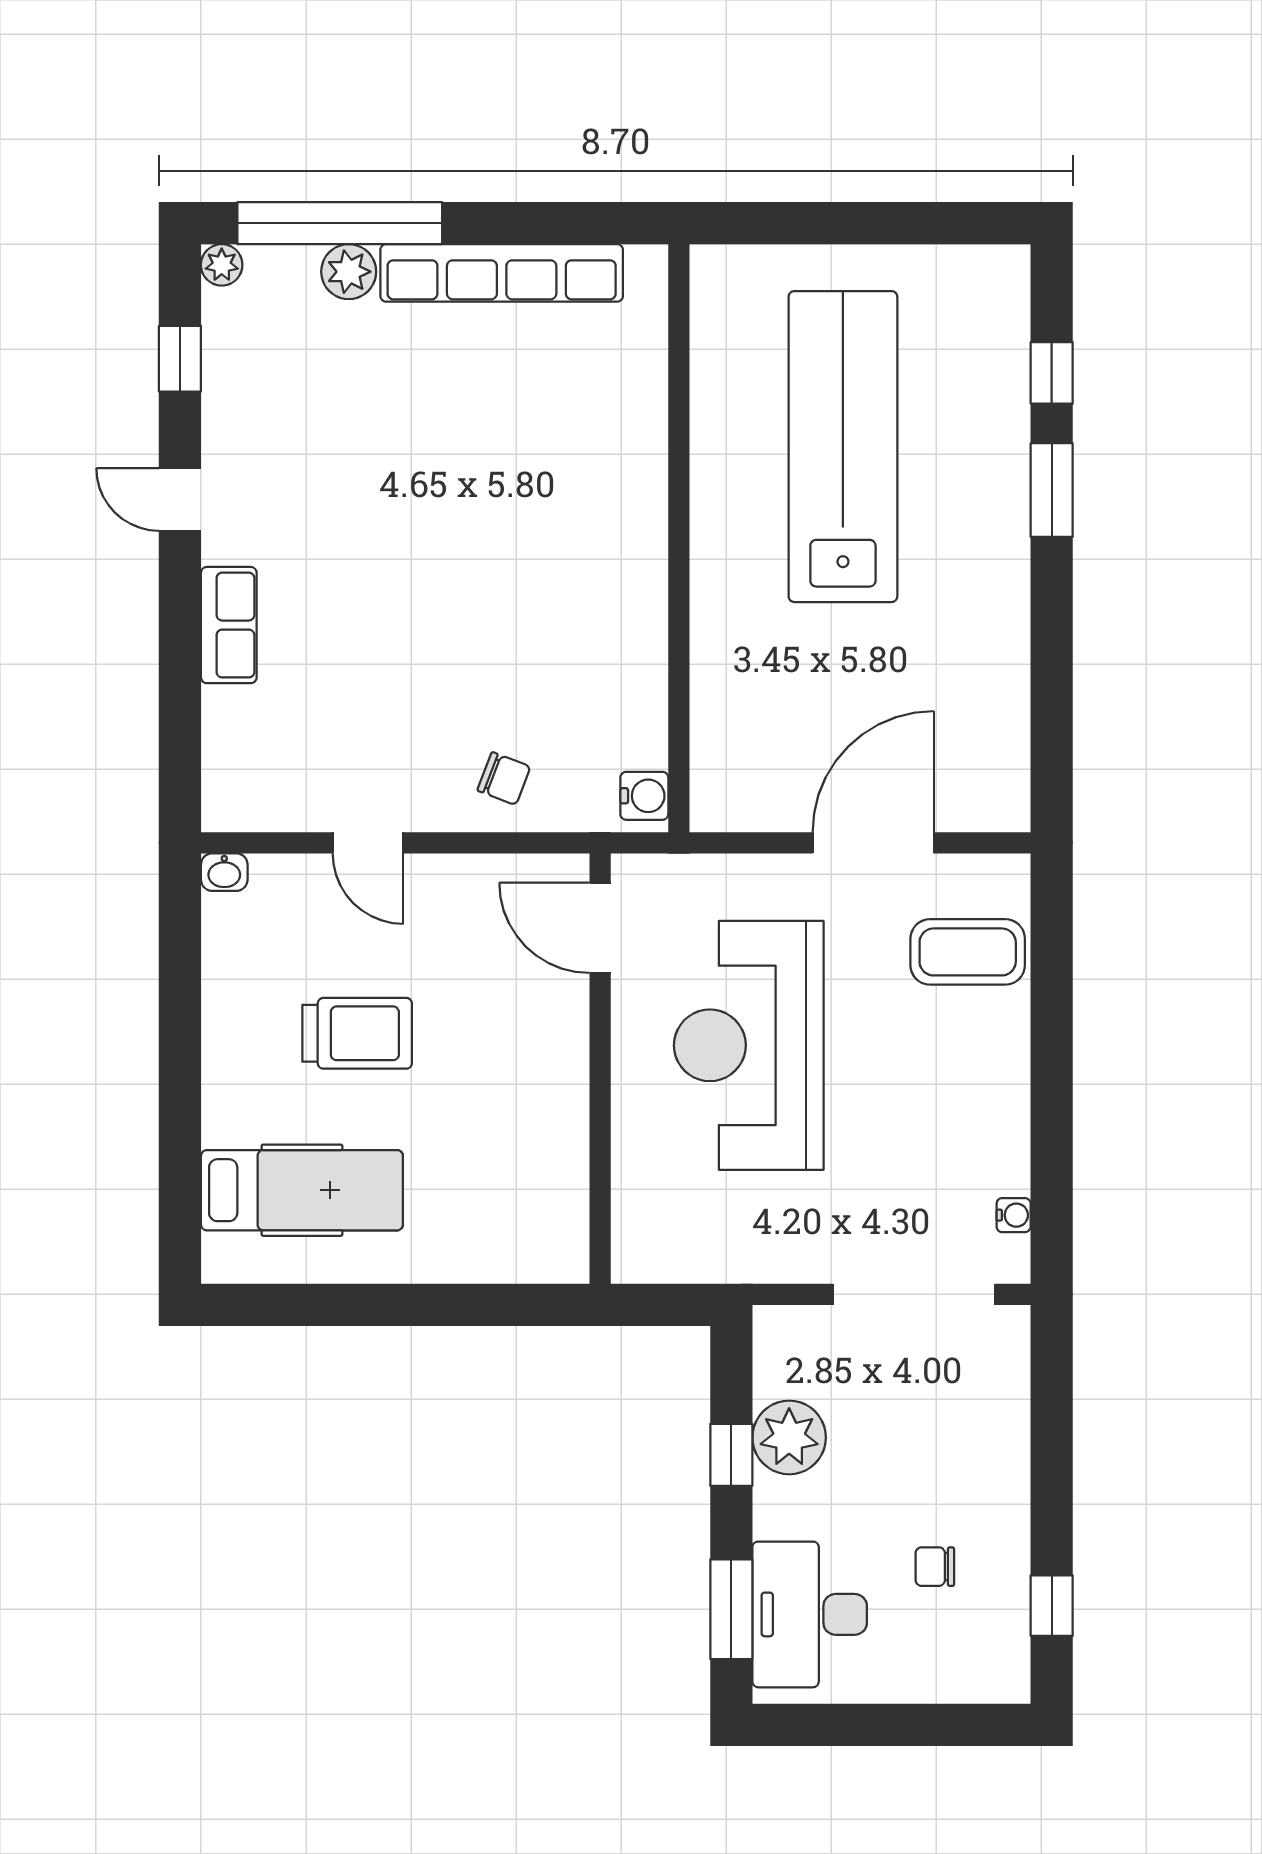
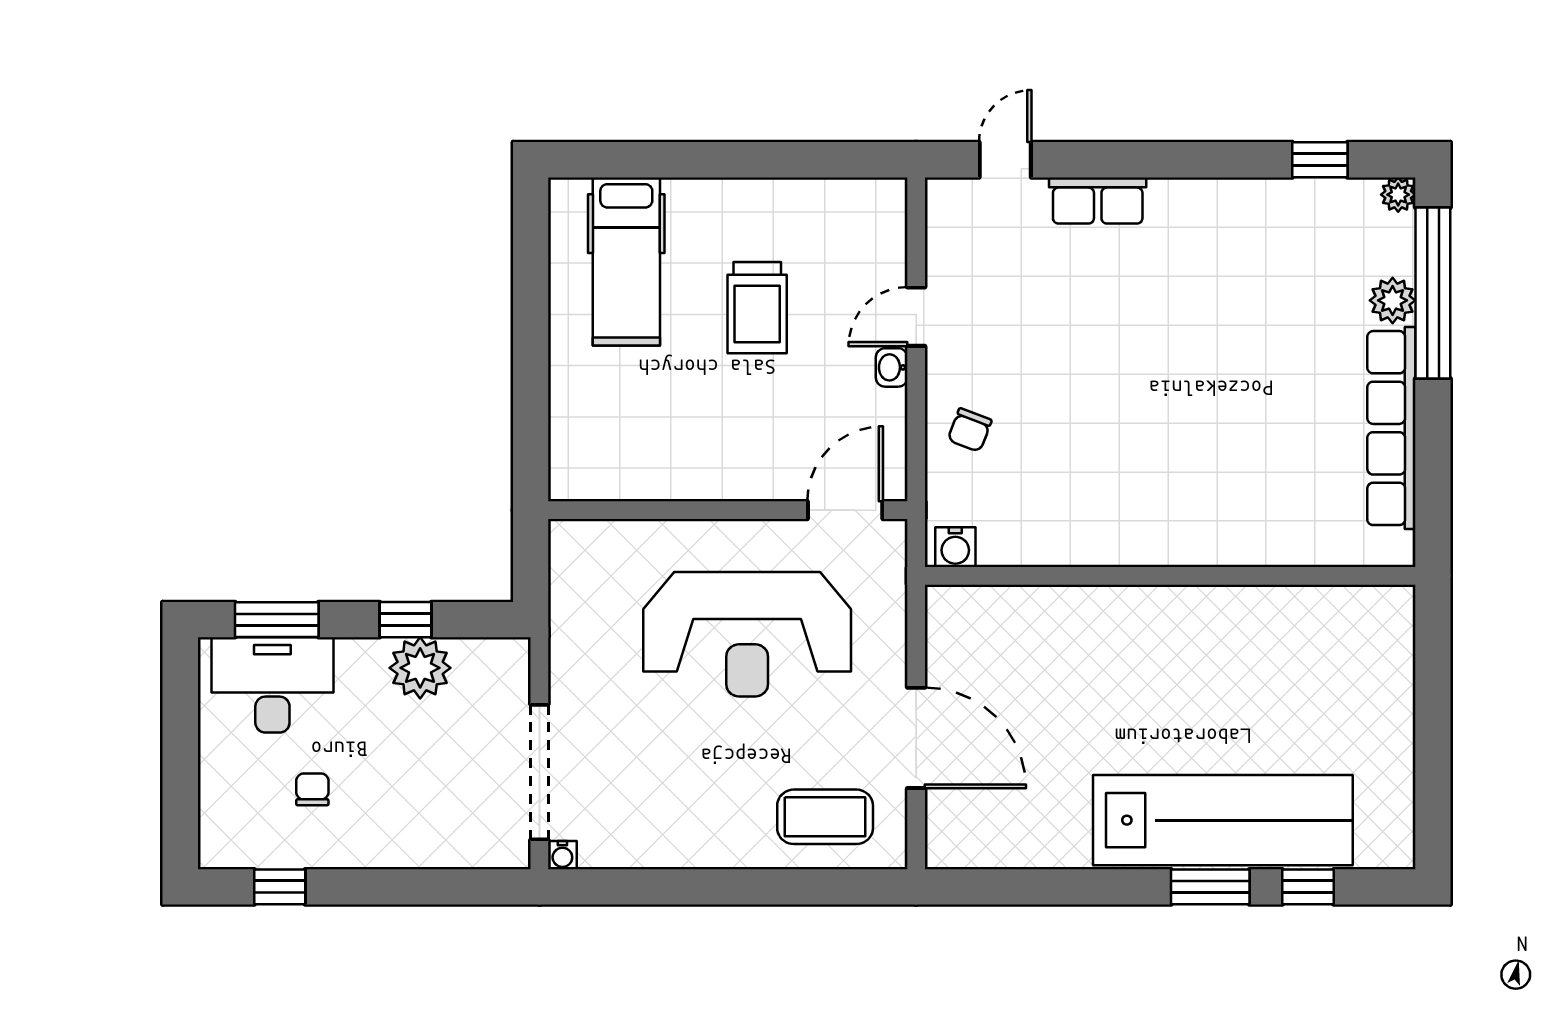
lab bench: (843, 447) -> (1223, 820), moved
door: (180, 499) -> (1005, 160), moved
washbasin: (224, 872) -> (892, 367), moved
coffee table: (968, 952) -> (825, 817), turned 90
reception desk: (749, 1045) -> (747, 634), turned 180
water cooler: (1014, 1215) -> (562, 855), moved

